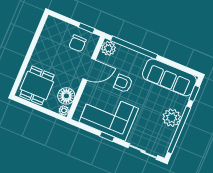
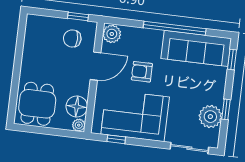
chair: (77, 43) -> (72, 38), turned 90
window: (134, 48) -> (175, 28), moved
plant: (172, 118) -> (210, 117), moved
window: (179, 130) -> (226, 109), width x0.32
window: (107, 137) -> (116, 139), moved

